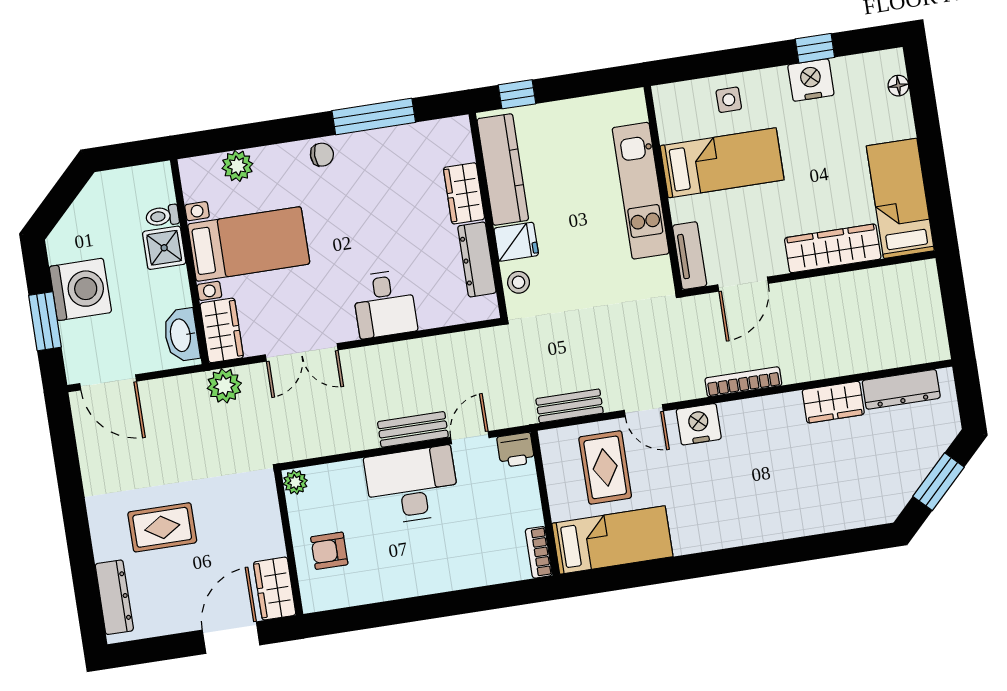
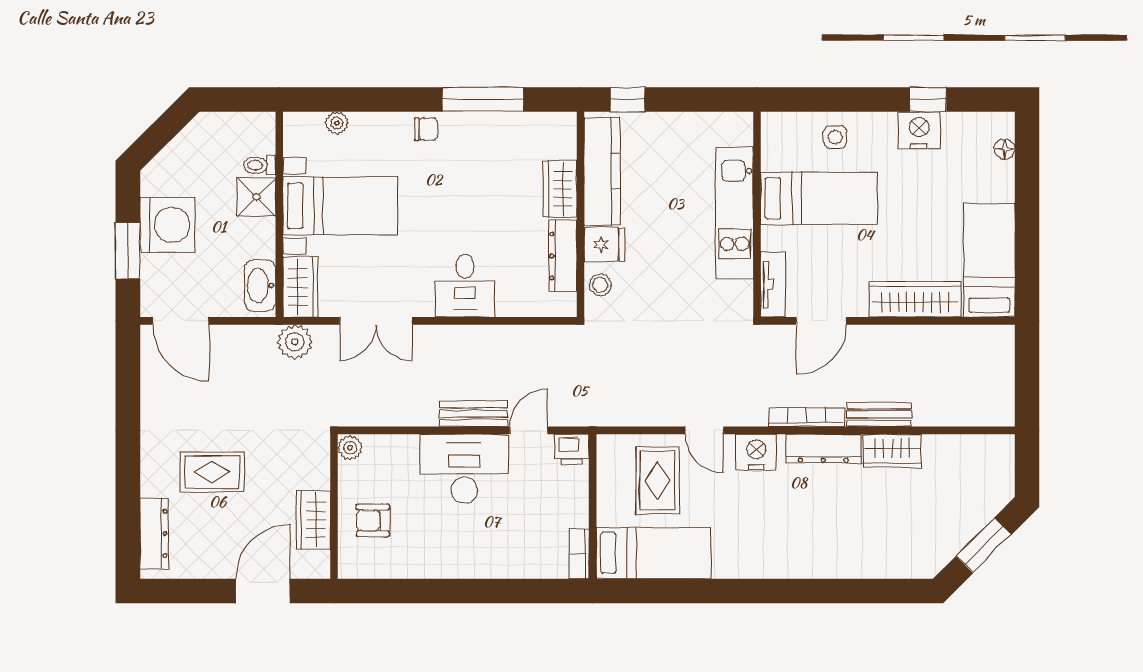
plant: (237, 166) -> (337, 123), width x0.73, depth x0.73
dresser: (901, 389) -> (823, 449), moved
bench: (570, 406) -> (879, 414), moved
wardrobe: (275, 589) -> (313, 520), moved

